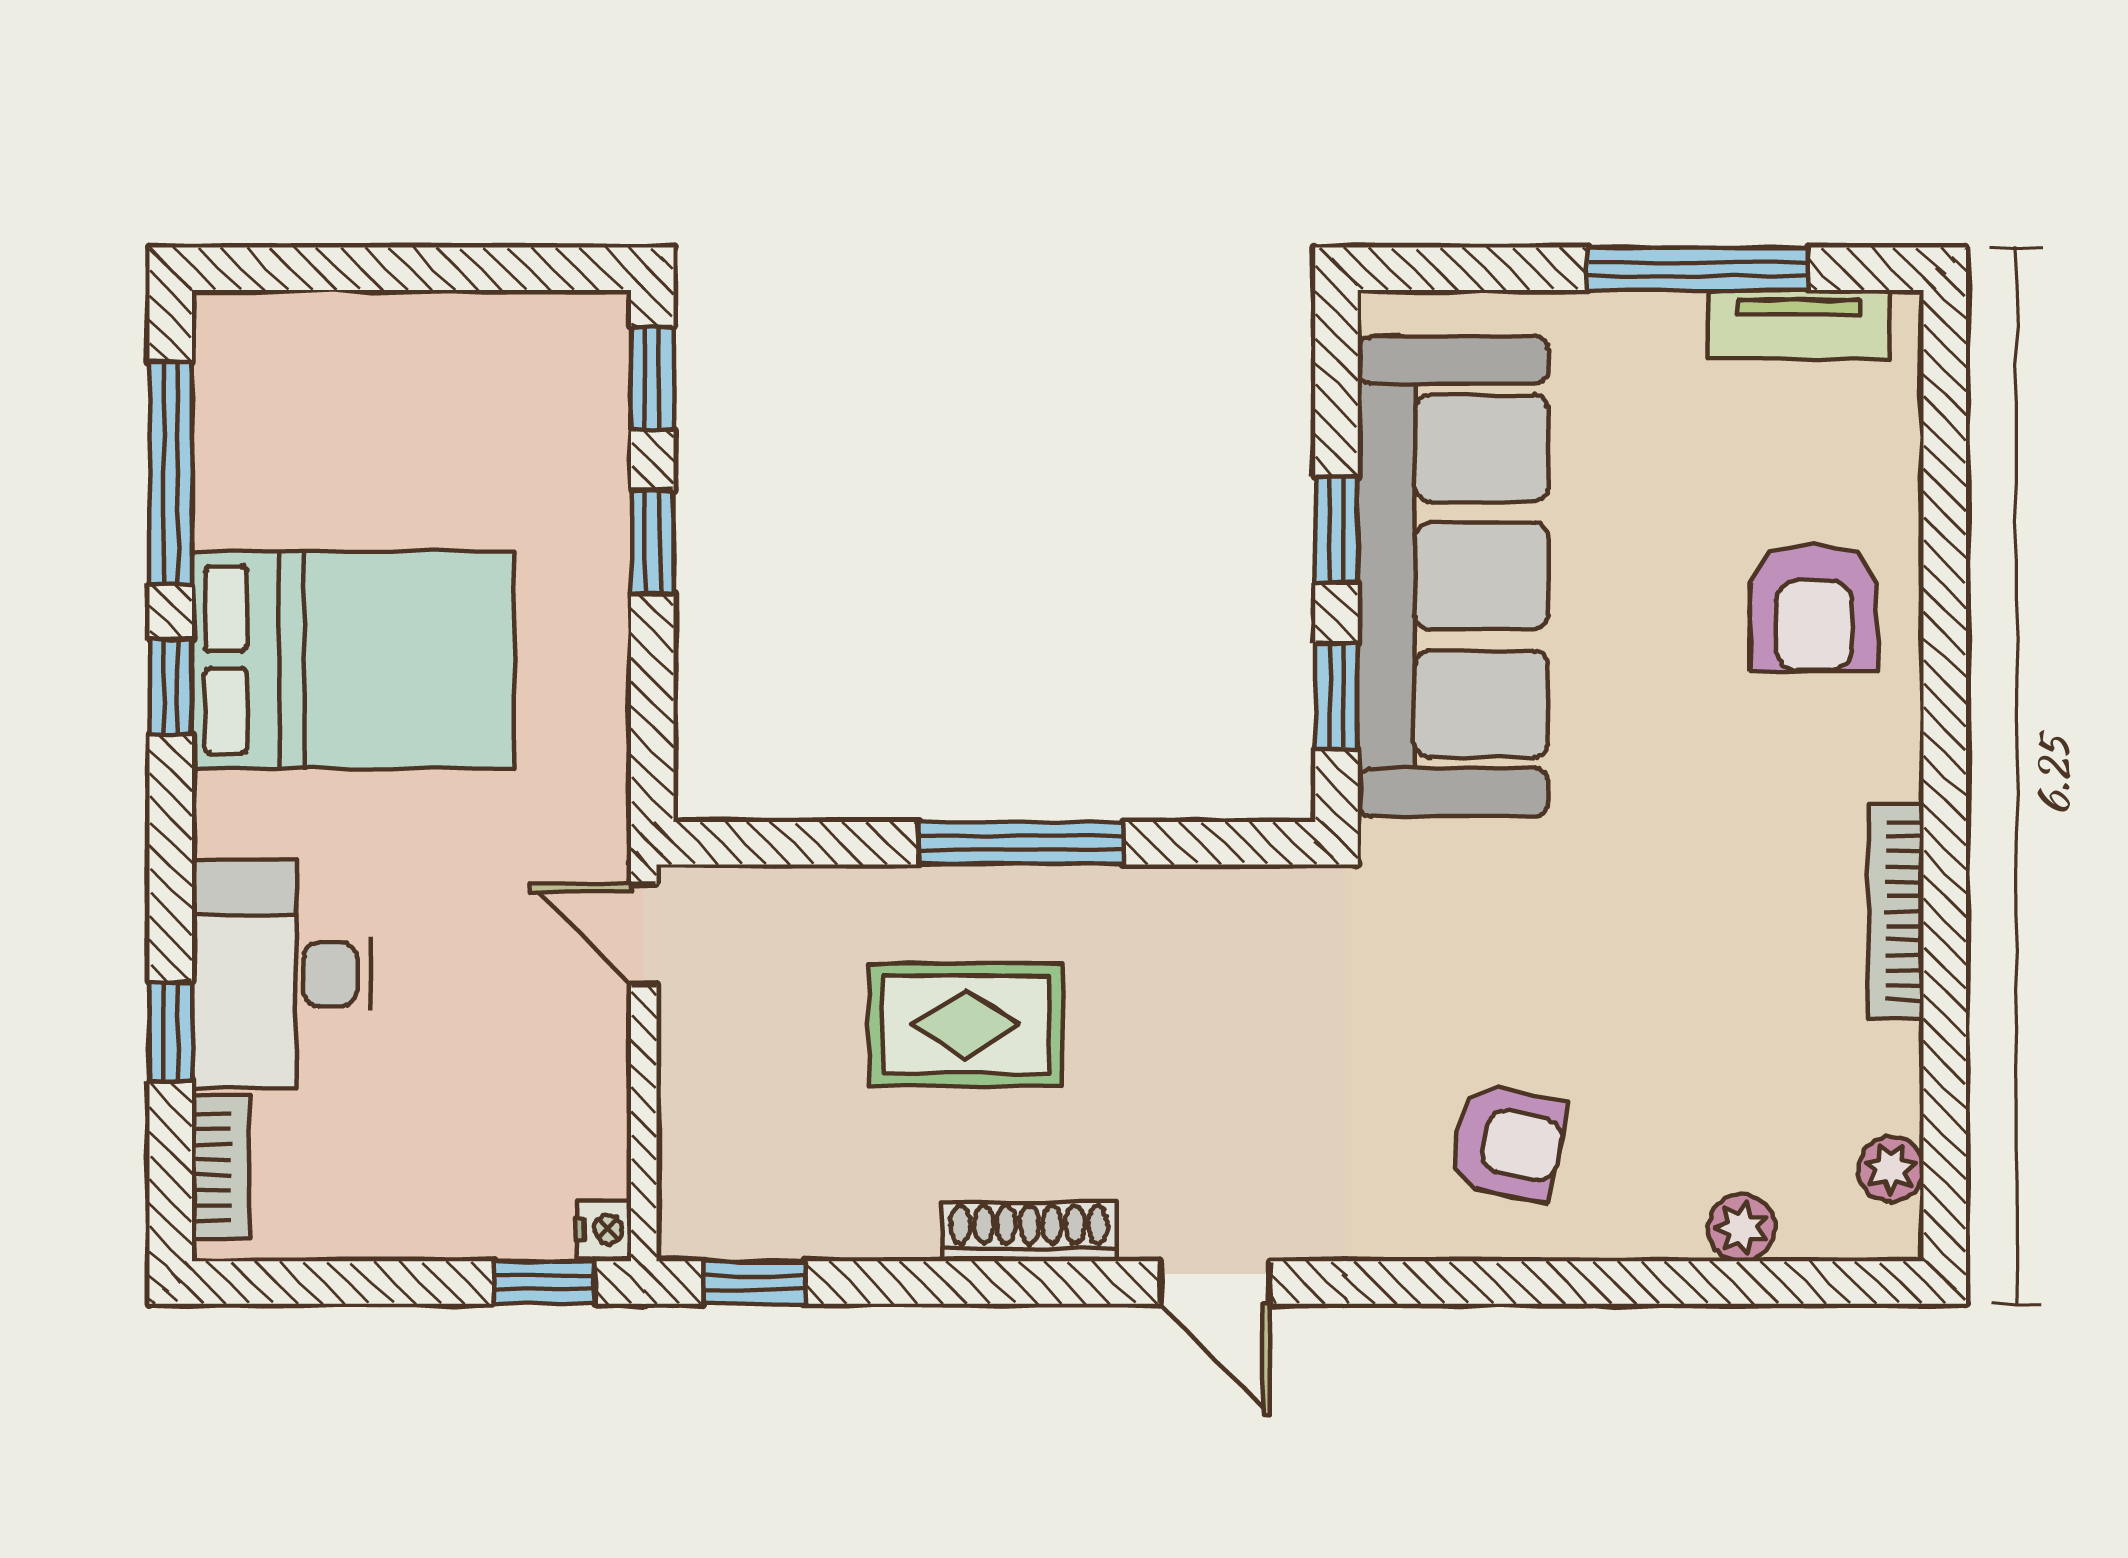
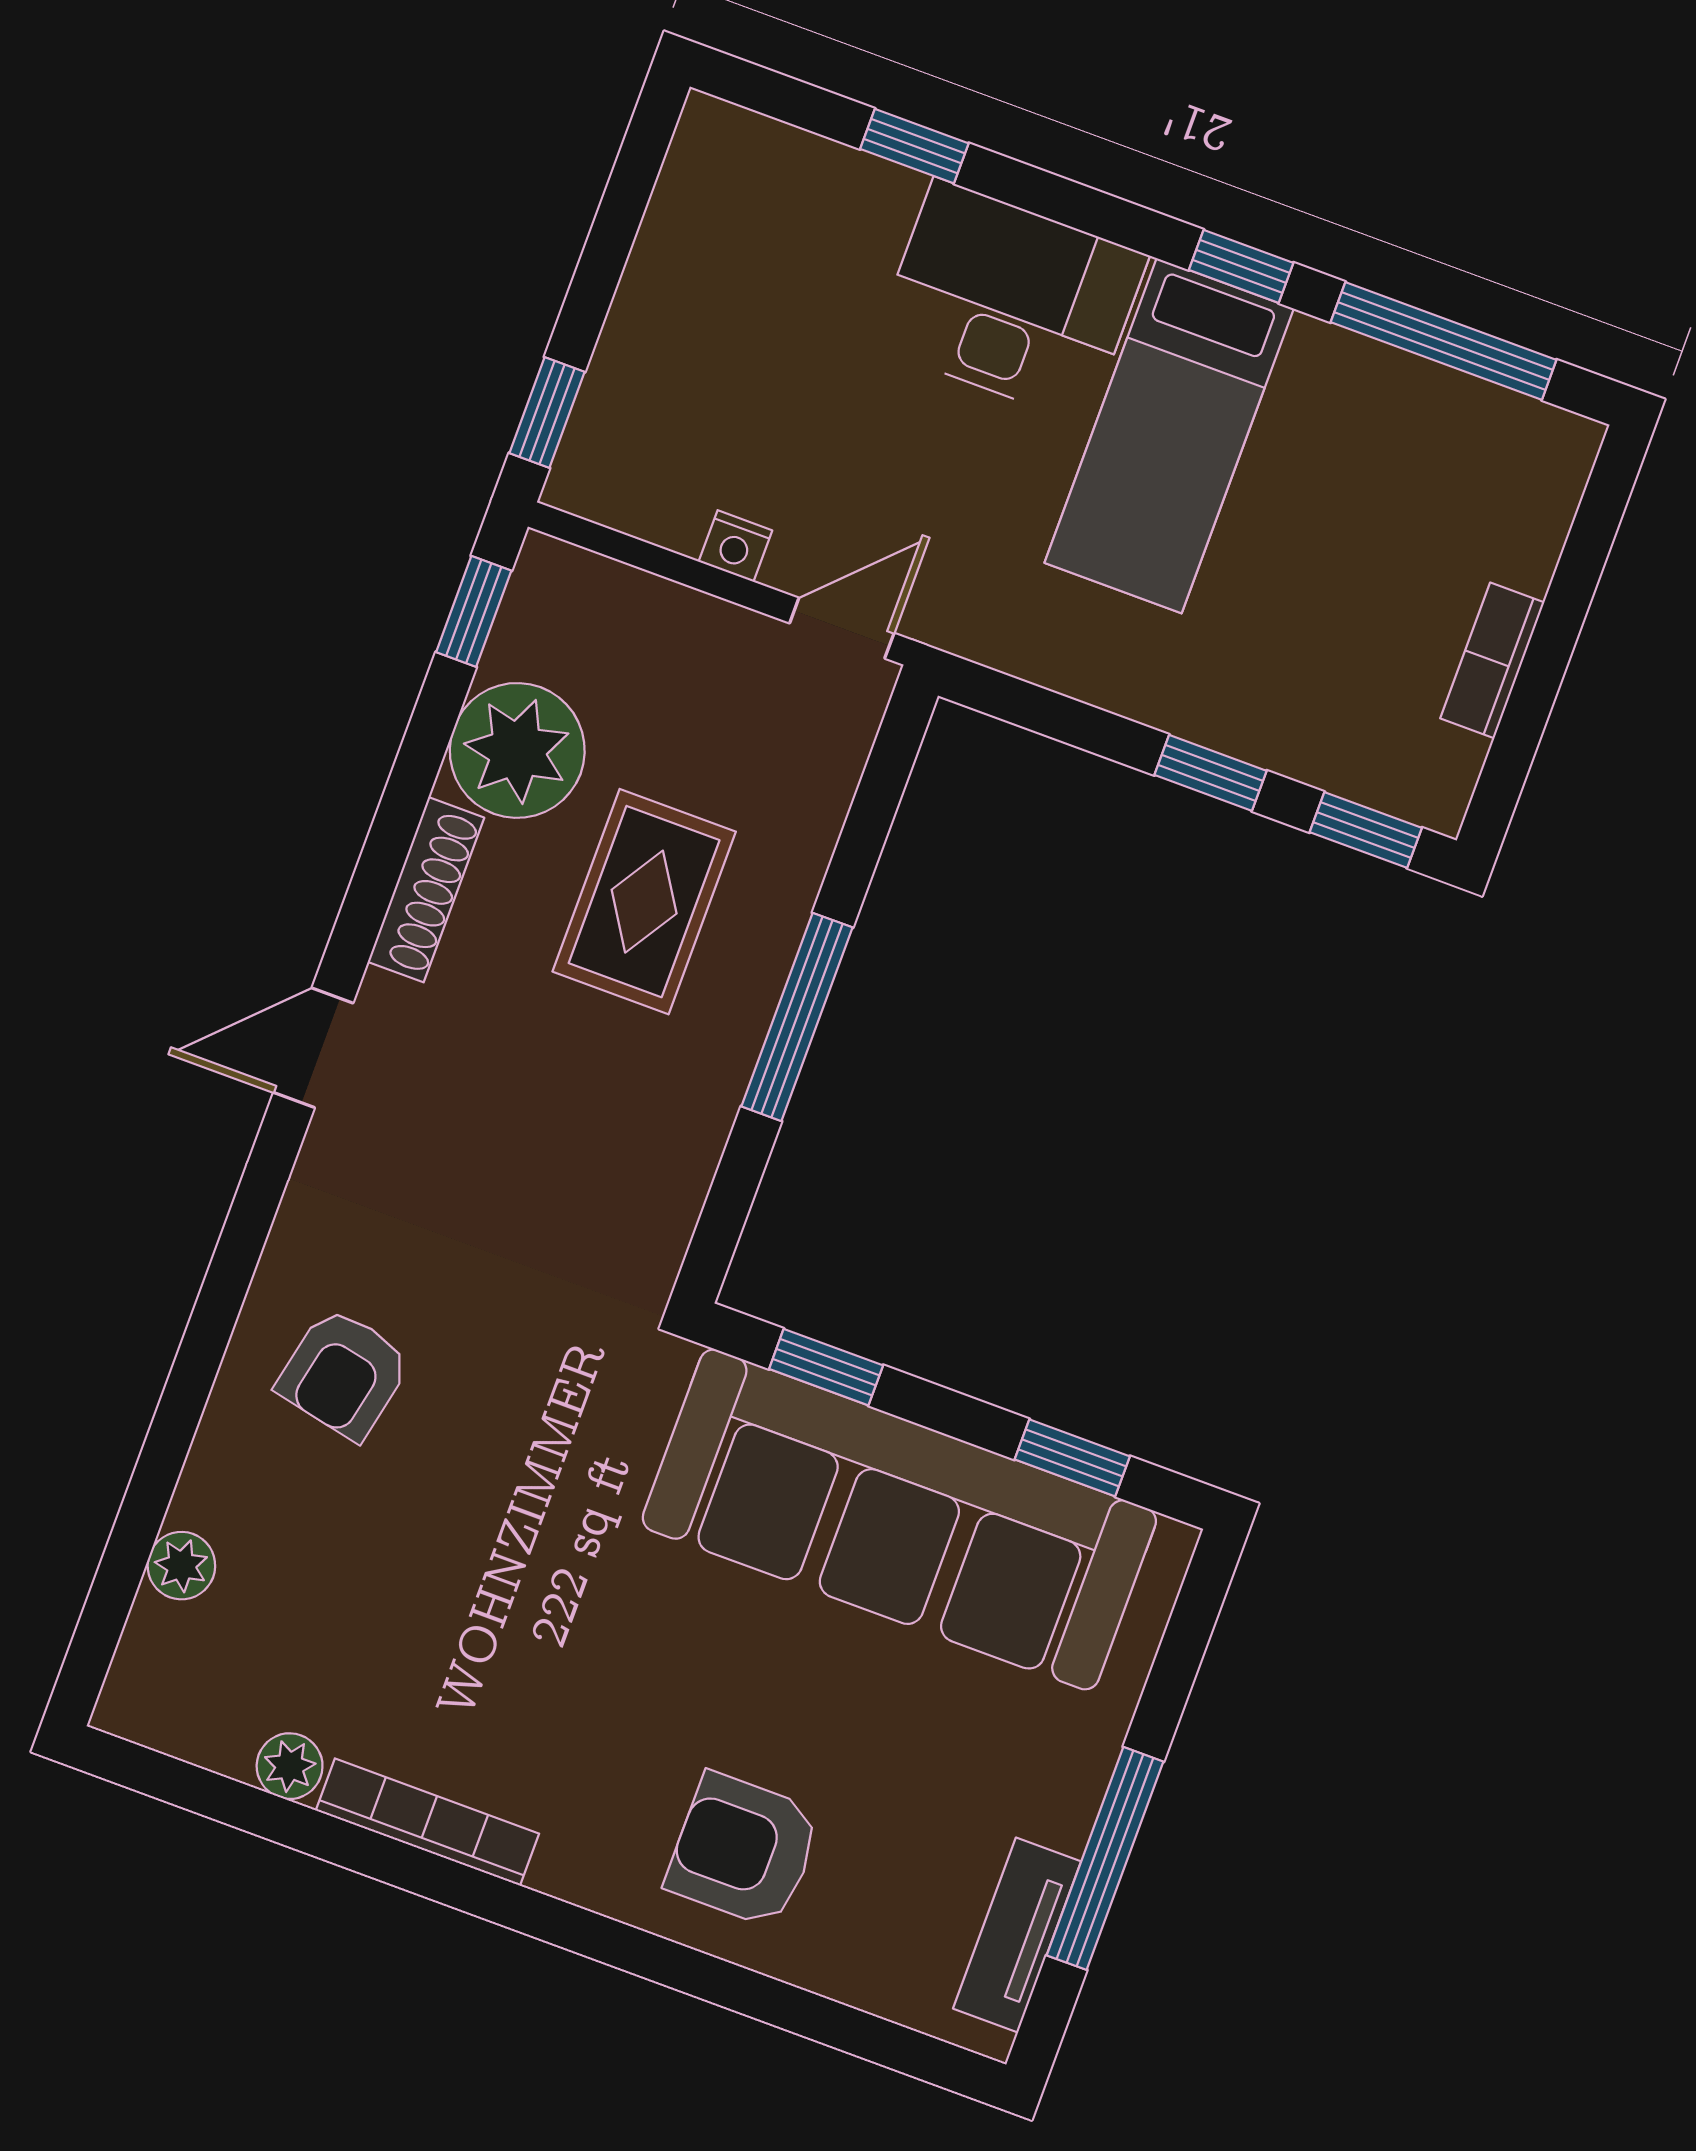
window: (1336, 530) -> (1072, 1458), moved
bed: (353, 660) -> (1169, 436), width x0.67
desk: (282, 974) -> (1011, 301), moved
bookcase: (221, 1167) -> (1492, 660), moved, turned 90
plant: (1891, 1169) -> (290, 1766), moved
plant: (869, 1194) -> (517, 750), added
nightstand: (604, 1229) -> (735, 546), moved

